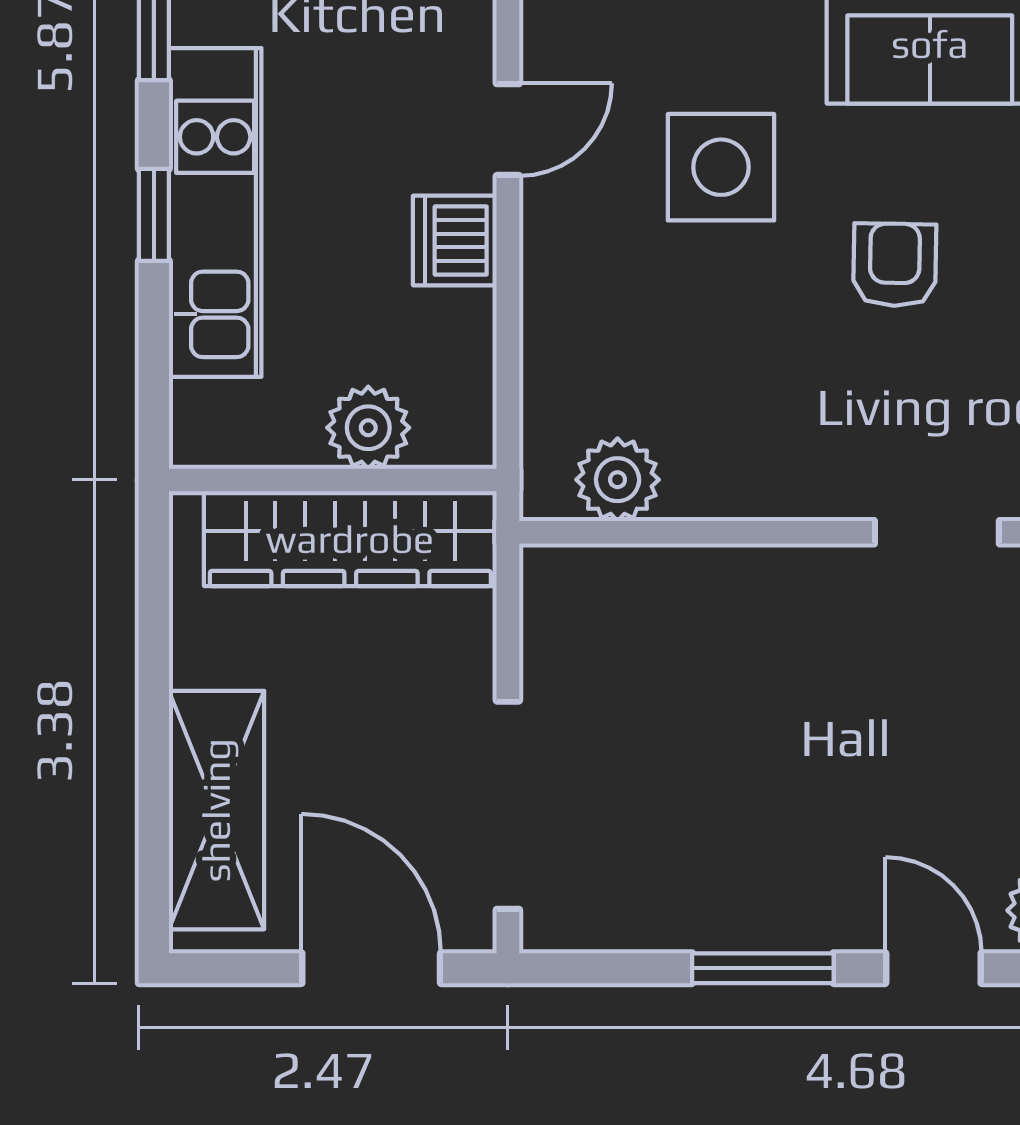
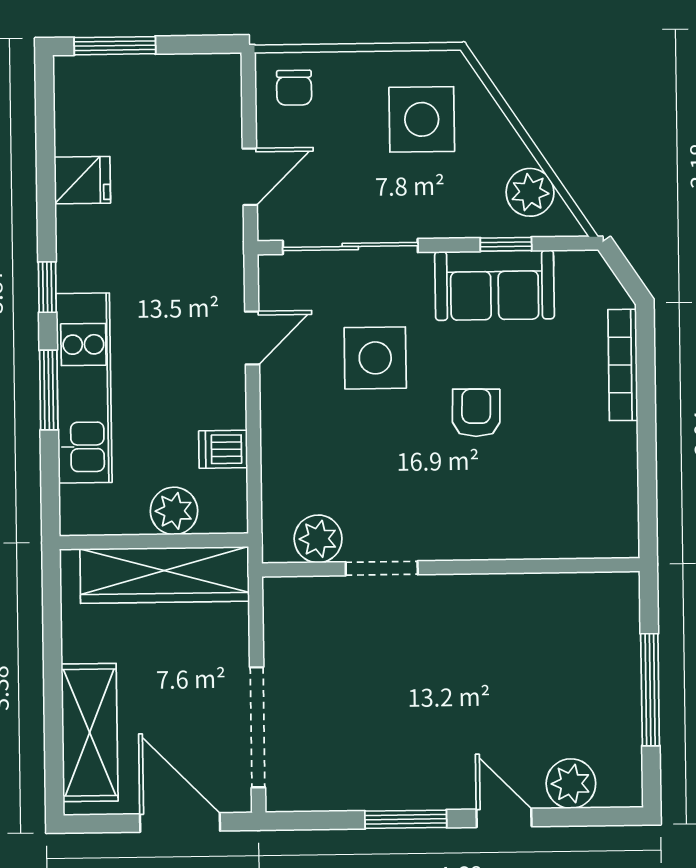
window: (154, 215) -> (49, 390), width x1.50
dishwasher: (455, 241) -> (223, 449), moved, width x0.73
doorway: (937, 532) -> (382, 568), moved

